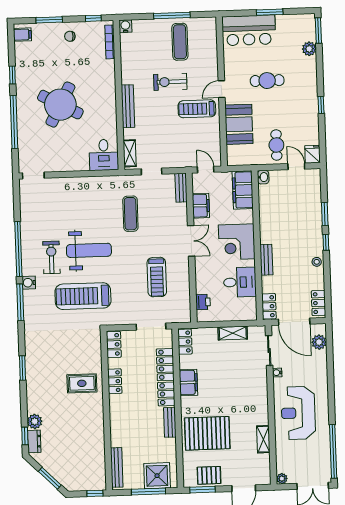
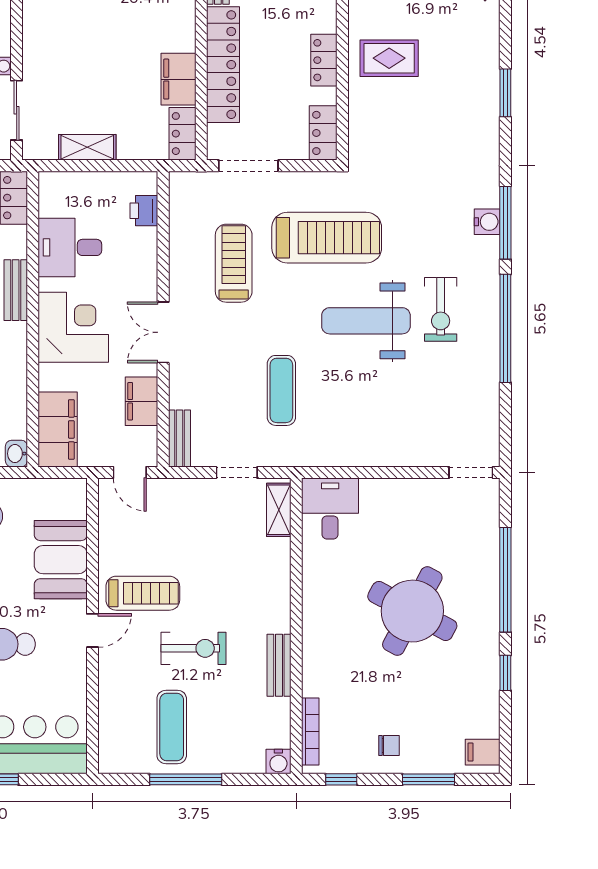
bench: (128, 106) -> (279, 665), moved, width x0.73
water cooler: (29, 283) -> (487, 222), moved
treadmill: (83, 296) -> (327, 238), moved
filing cabinet: (188, 382) -> (178, 79), moved

